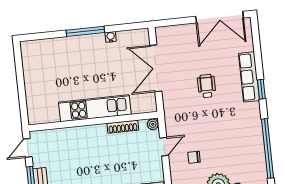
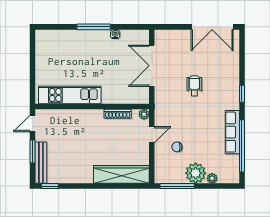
row of seats: (249, 77) -> (232, 132), moved
kitchen unit: (95, 108) -> (70, 95), moved

